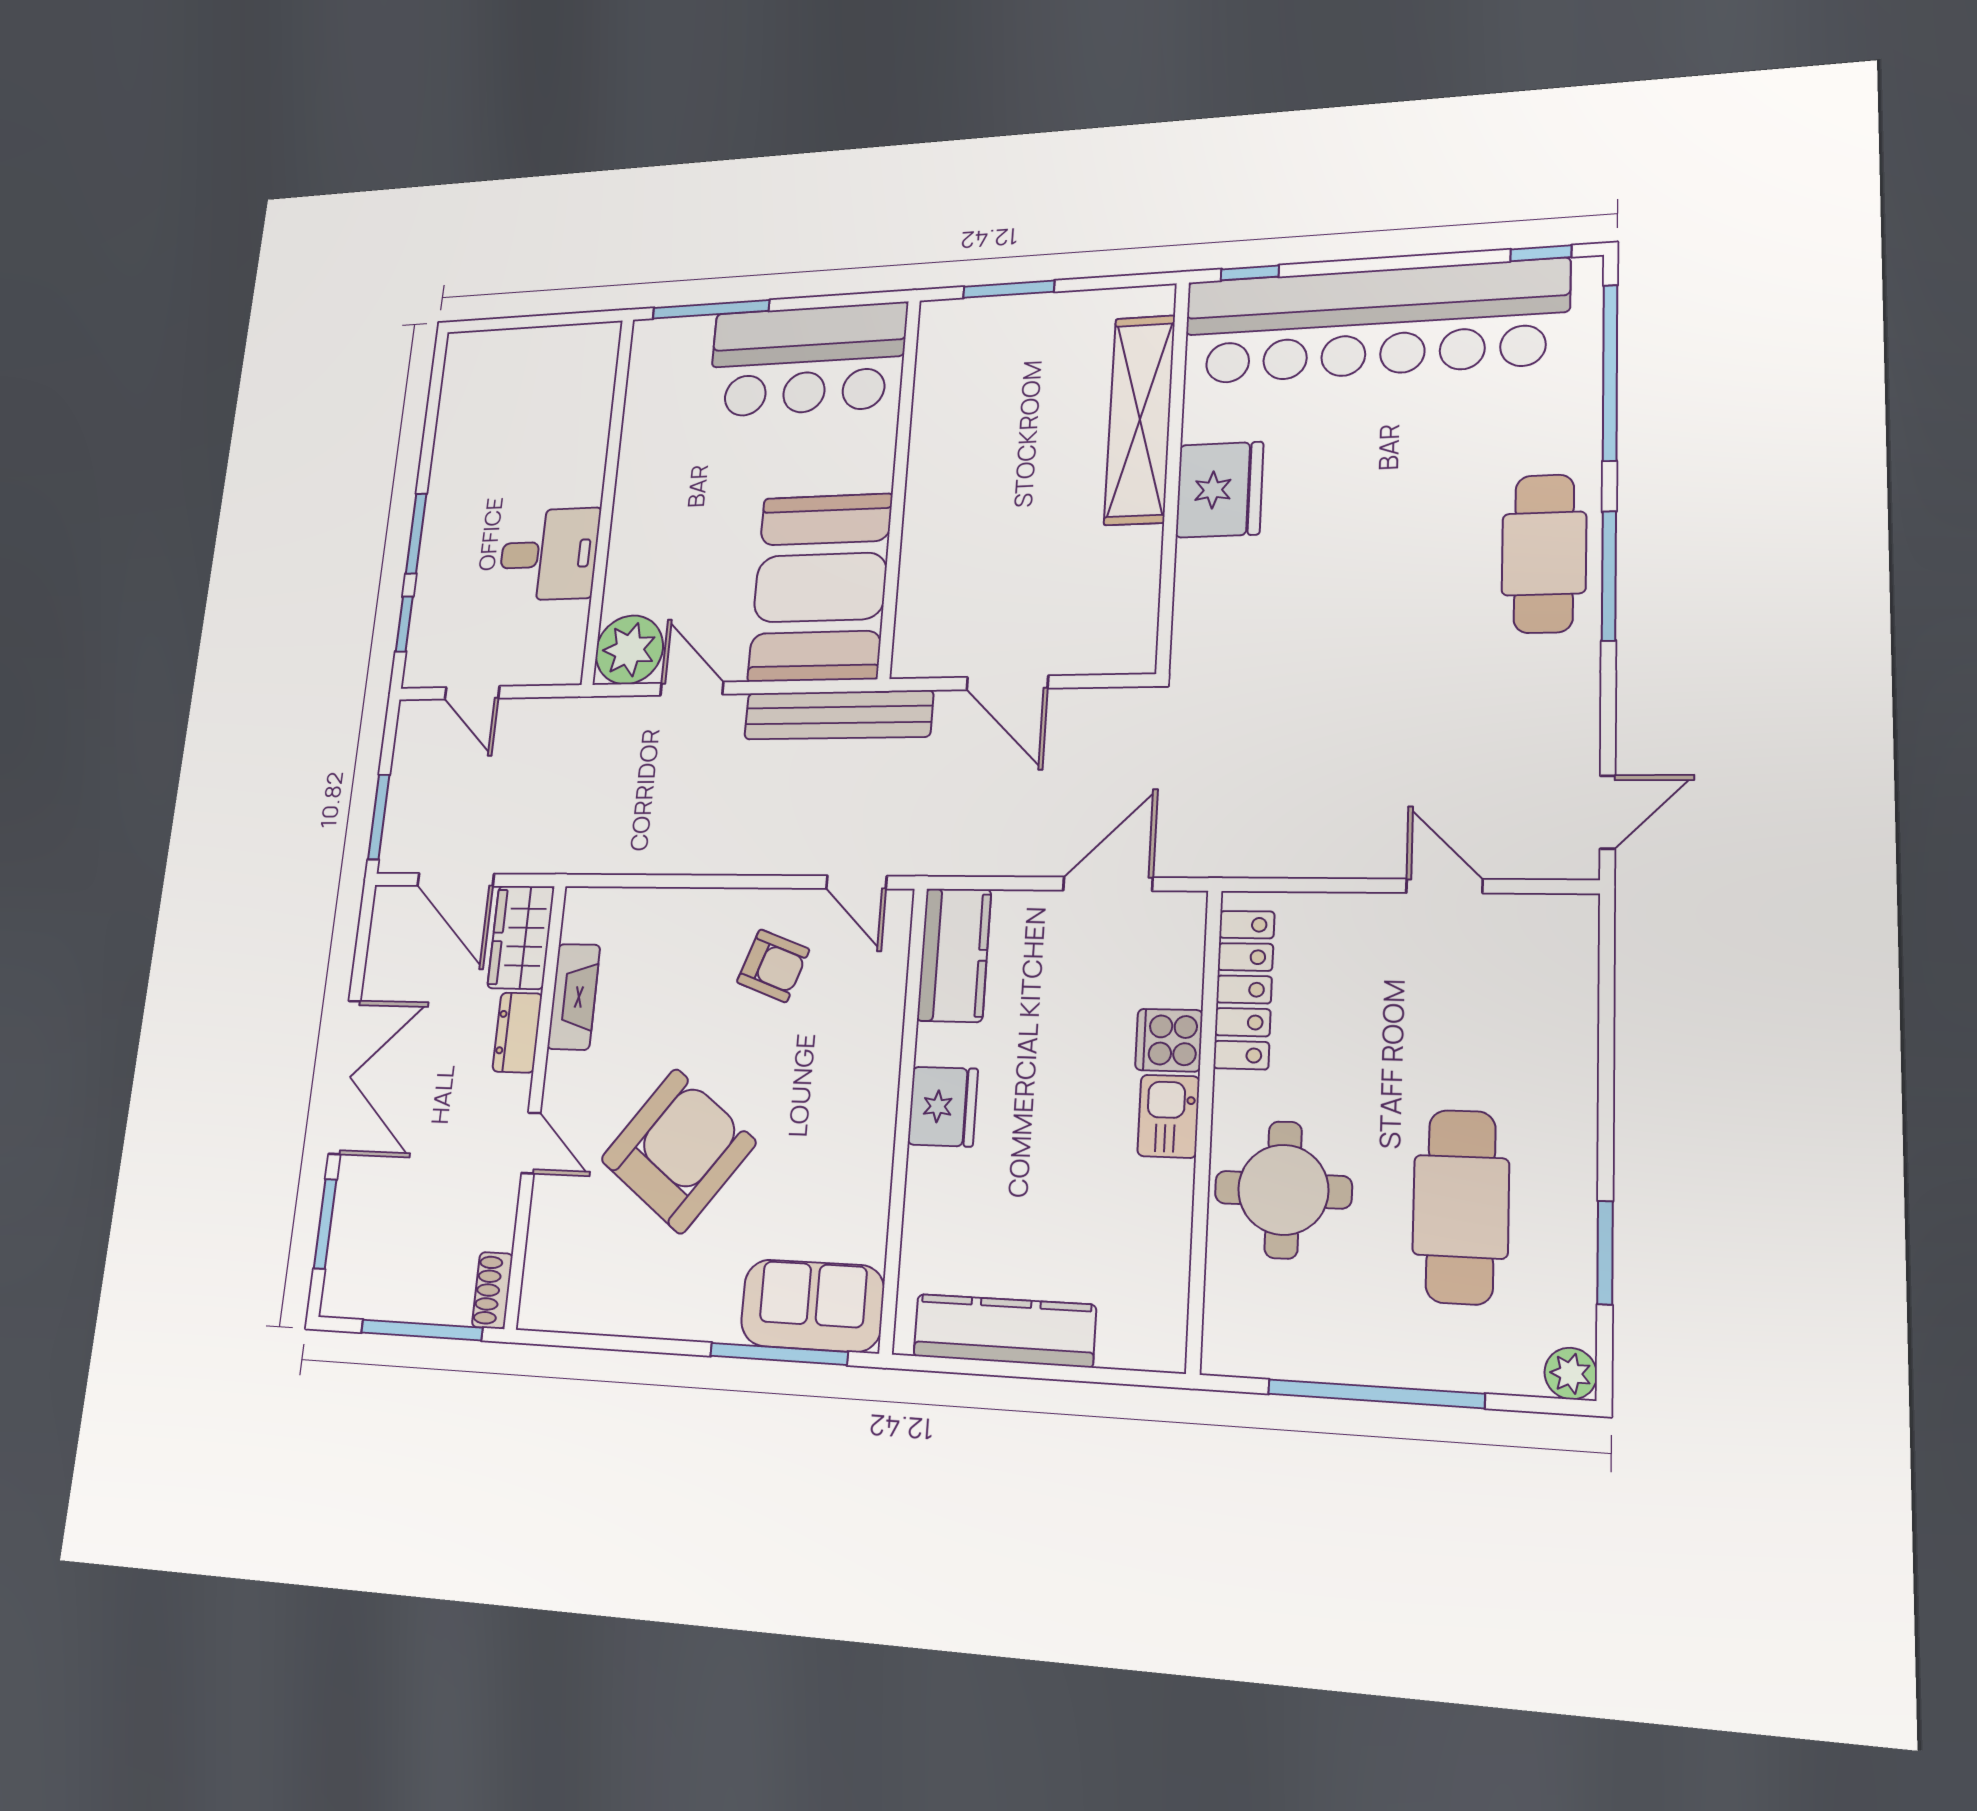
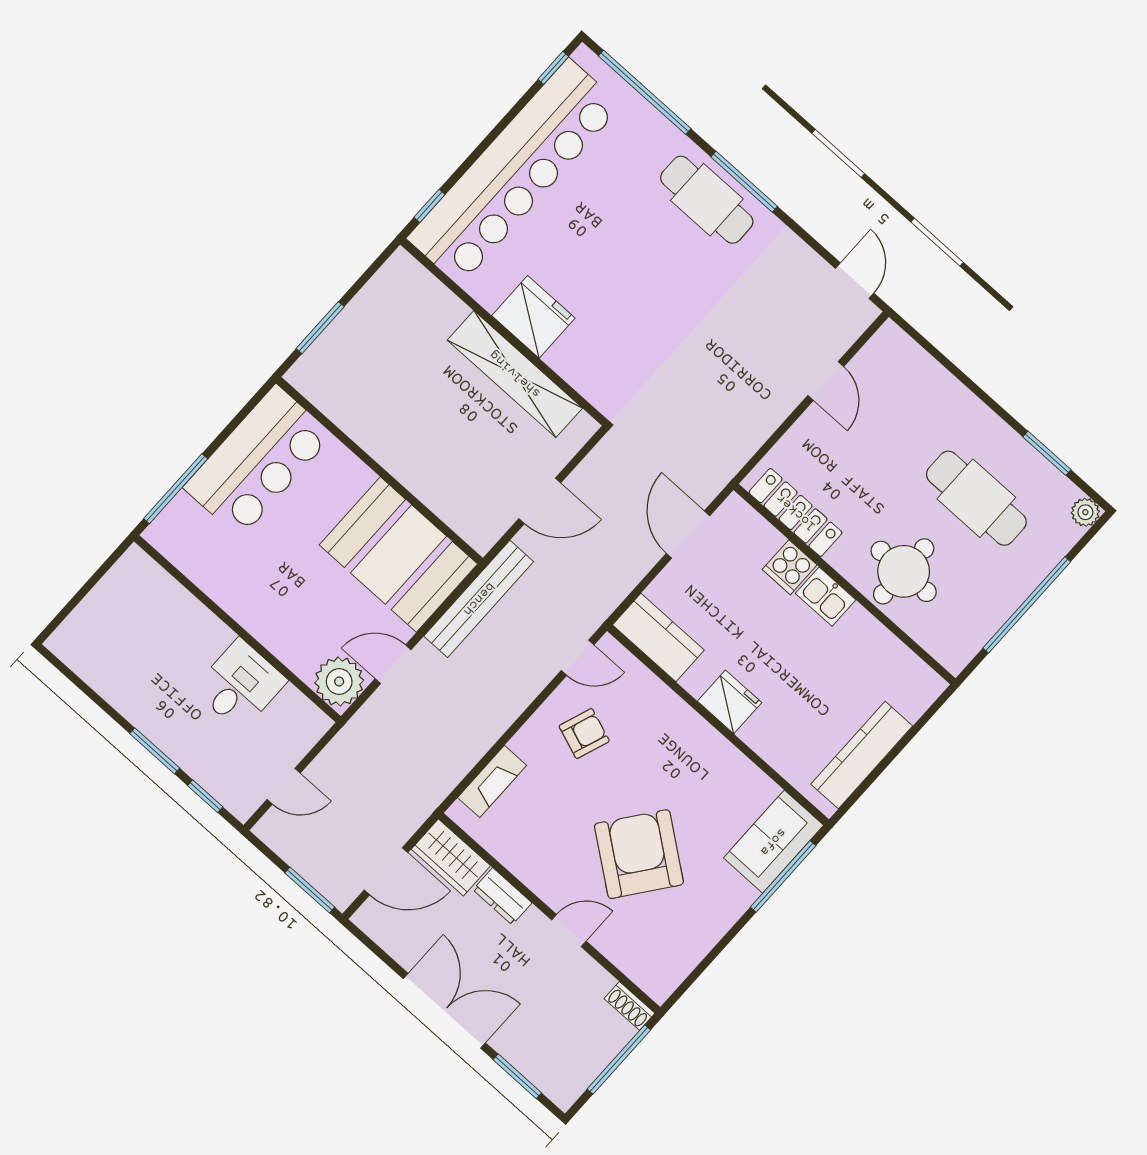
shelving: (1140, 420) -> (515, 374), moved
door: (1444, 886) -> (826, 381), swing flipped
fireplace: (574, 997) -> (492, 781), moved, turned 90

